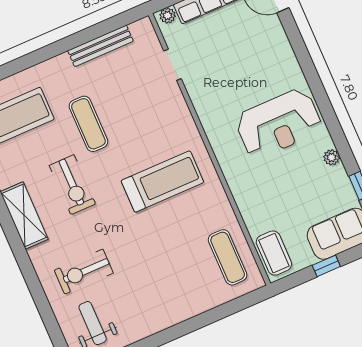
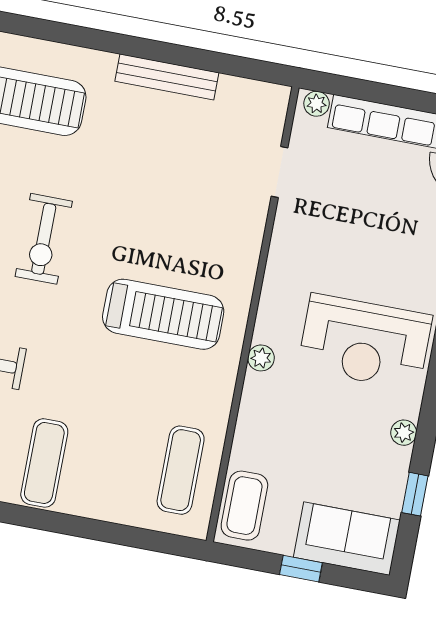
bench: (100, 46) -> (167, 77), moved
exercise mat: (88, 124) -> (44, 463), moved
plant: (230, 169) -> (261, 358), added

